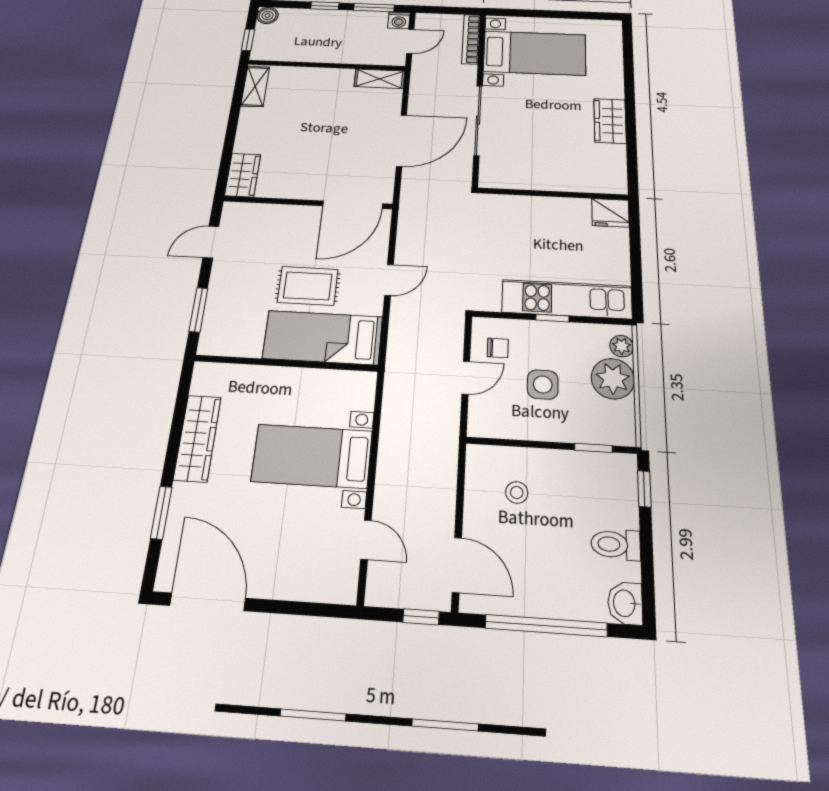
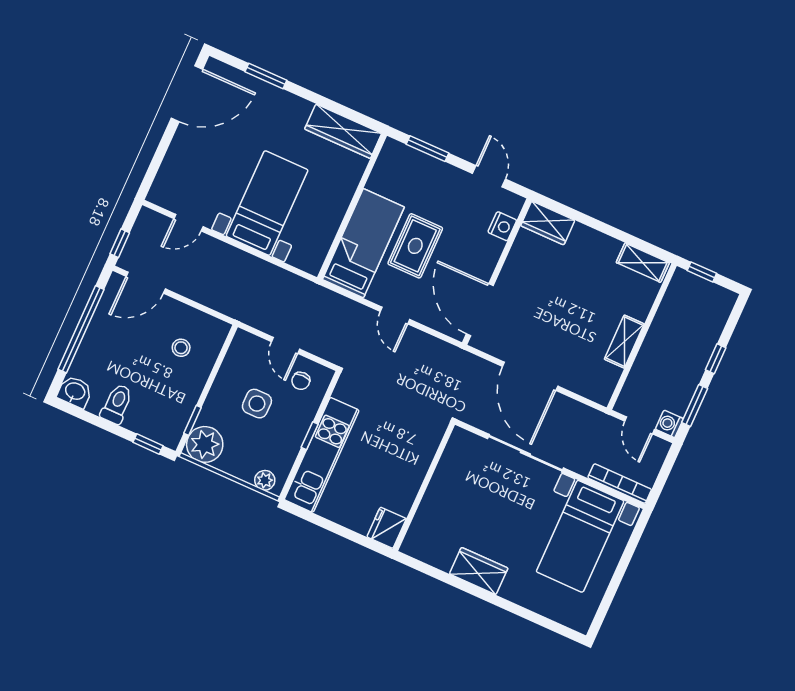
boiler: (268, 15) -> (725, 300), removed
shelving: (380, 79) -> (624, 342), moved
nightstand: (259, 213) -> (502, 226), added
plant: (613, 379) -> (205, 444), moved
wardrobe: (197, 438) -> (343, 131), moved

